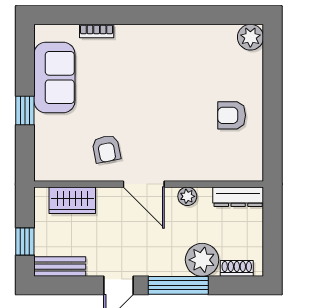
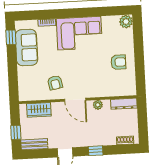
corner sofa: (159, 55) -> (79, 33), added
window: (25, 111) -> (11, 37), moved
armchair: (232, 115) -> (118, 62), turned 180
plant: (202, 260) -> (107, 137), removed
window: (178, 285) -> (96, 151), width x0.46

